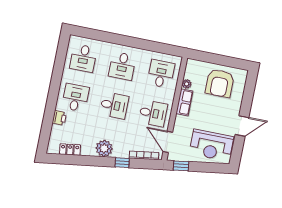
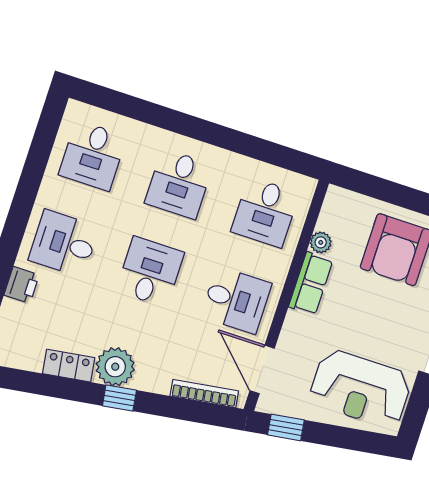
desk: (161, 74) -> (265, 212), turned 180
desk: (75, 98) -> (64, 243), turned -90
desk: (114, 105) -> (150, 272), turned -90
locker: (70, 150) -> (69, 366), moved
window: (122, 163) -> (119, 398), moved

